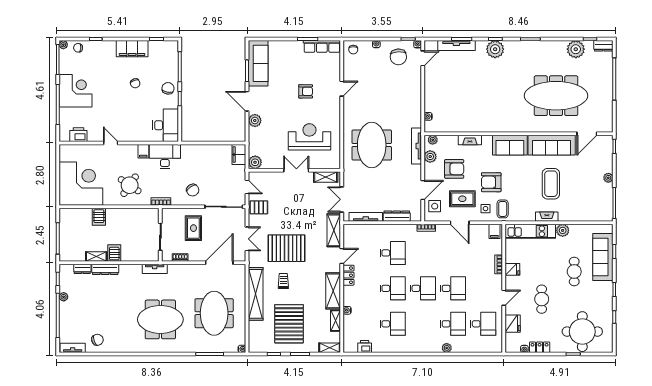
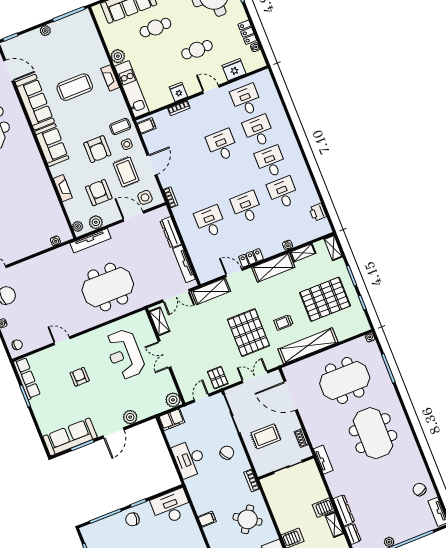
desk: (165, 156) -> (189, 459), moved
desk: (423, 288) -> (271, 162), moved
plant: (447, 348) -> (286, 127), removed

